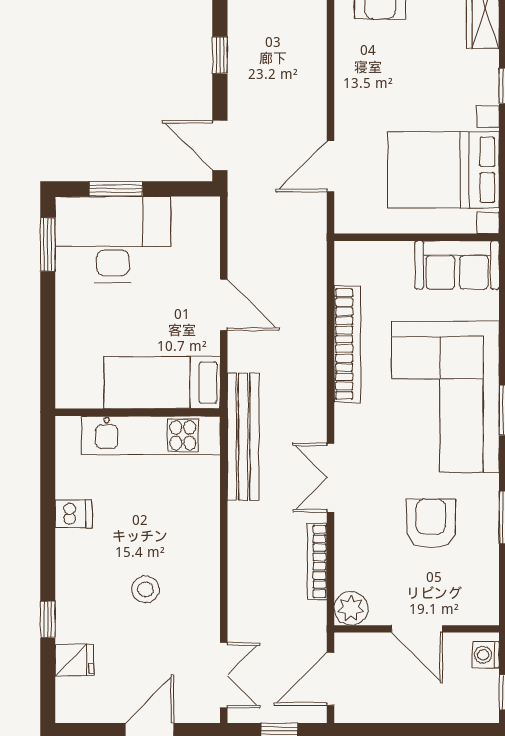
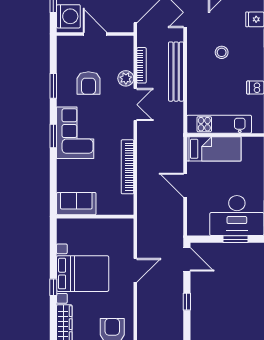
door: (331, 166) -> (135, 270), moved
bed with nightstands: (443, 170) -> (83, 274), moved
corner sofa: (445, 397) -> (75, 133), width x0.73, depth x0.74
bench: (243, 437) -> (176, 72), moved
plant: (351, 608) -> (126, 78), moved
washing machine: (486, 655) -> (68, 16), width x1.89, depth x1.89

